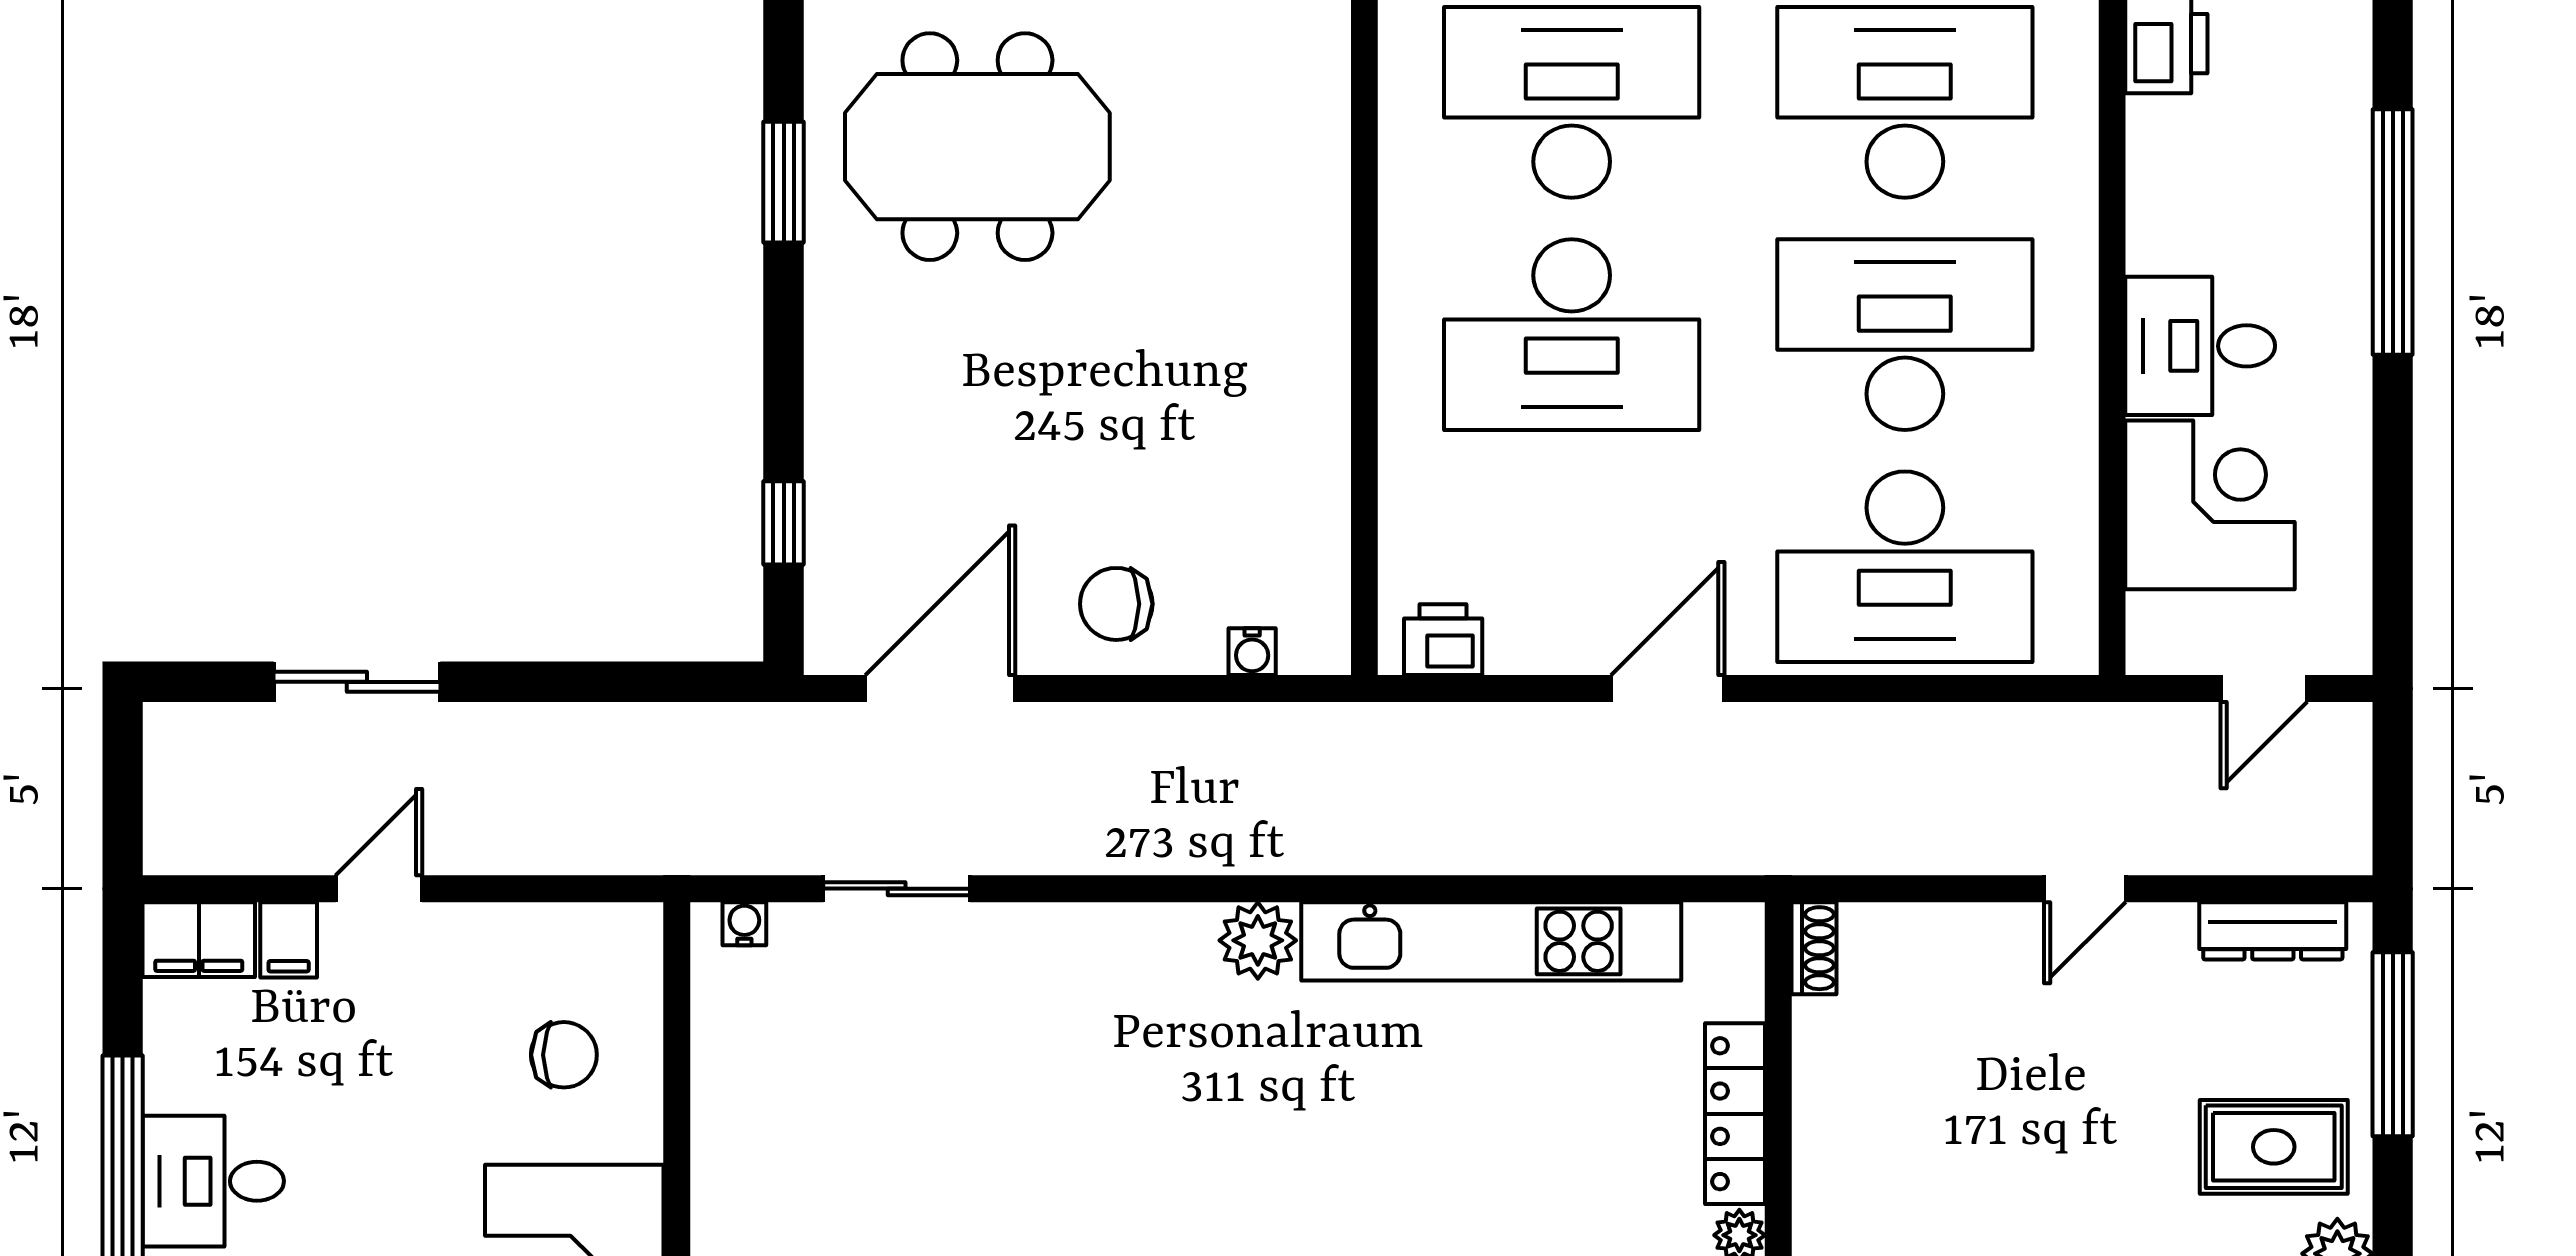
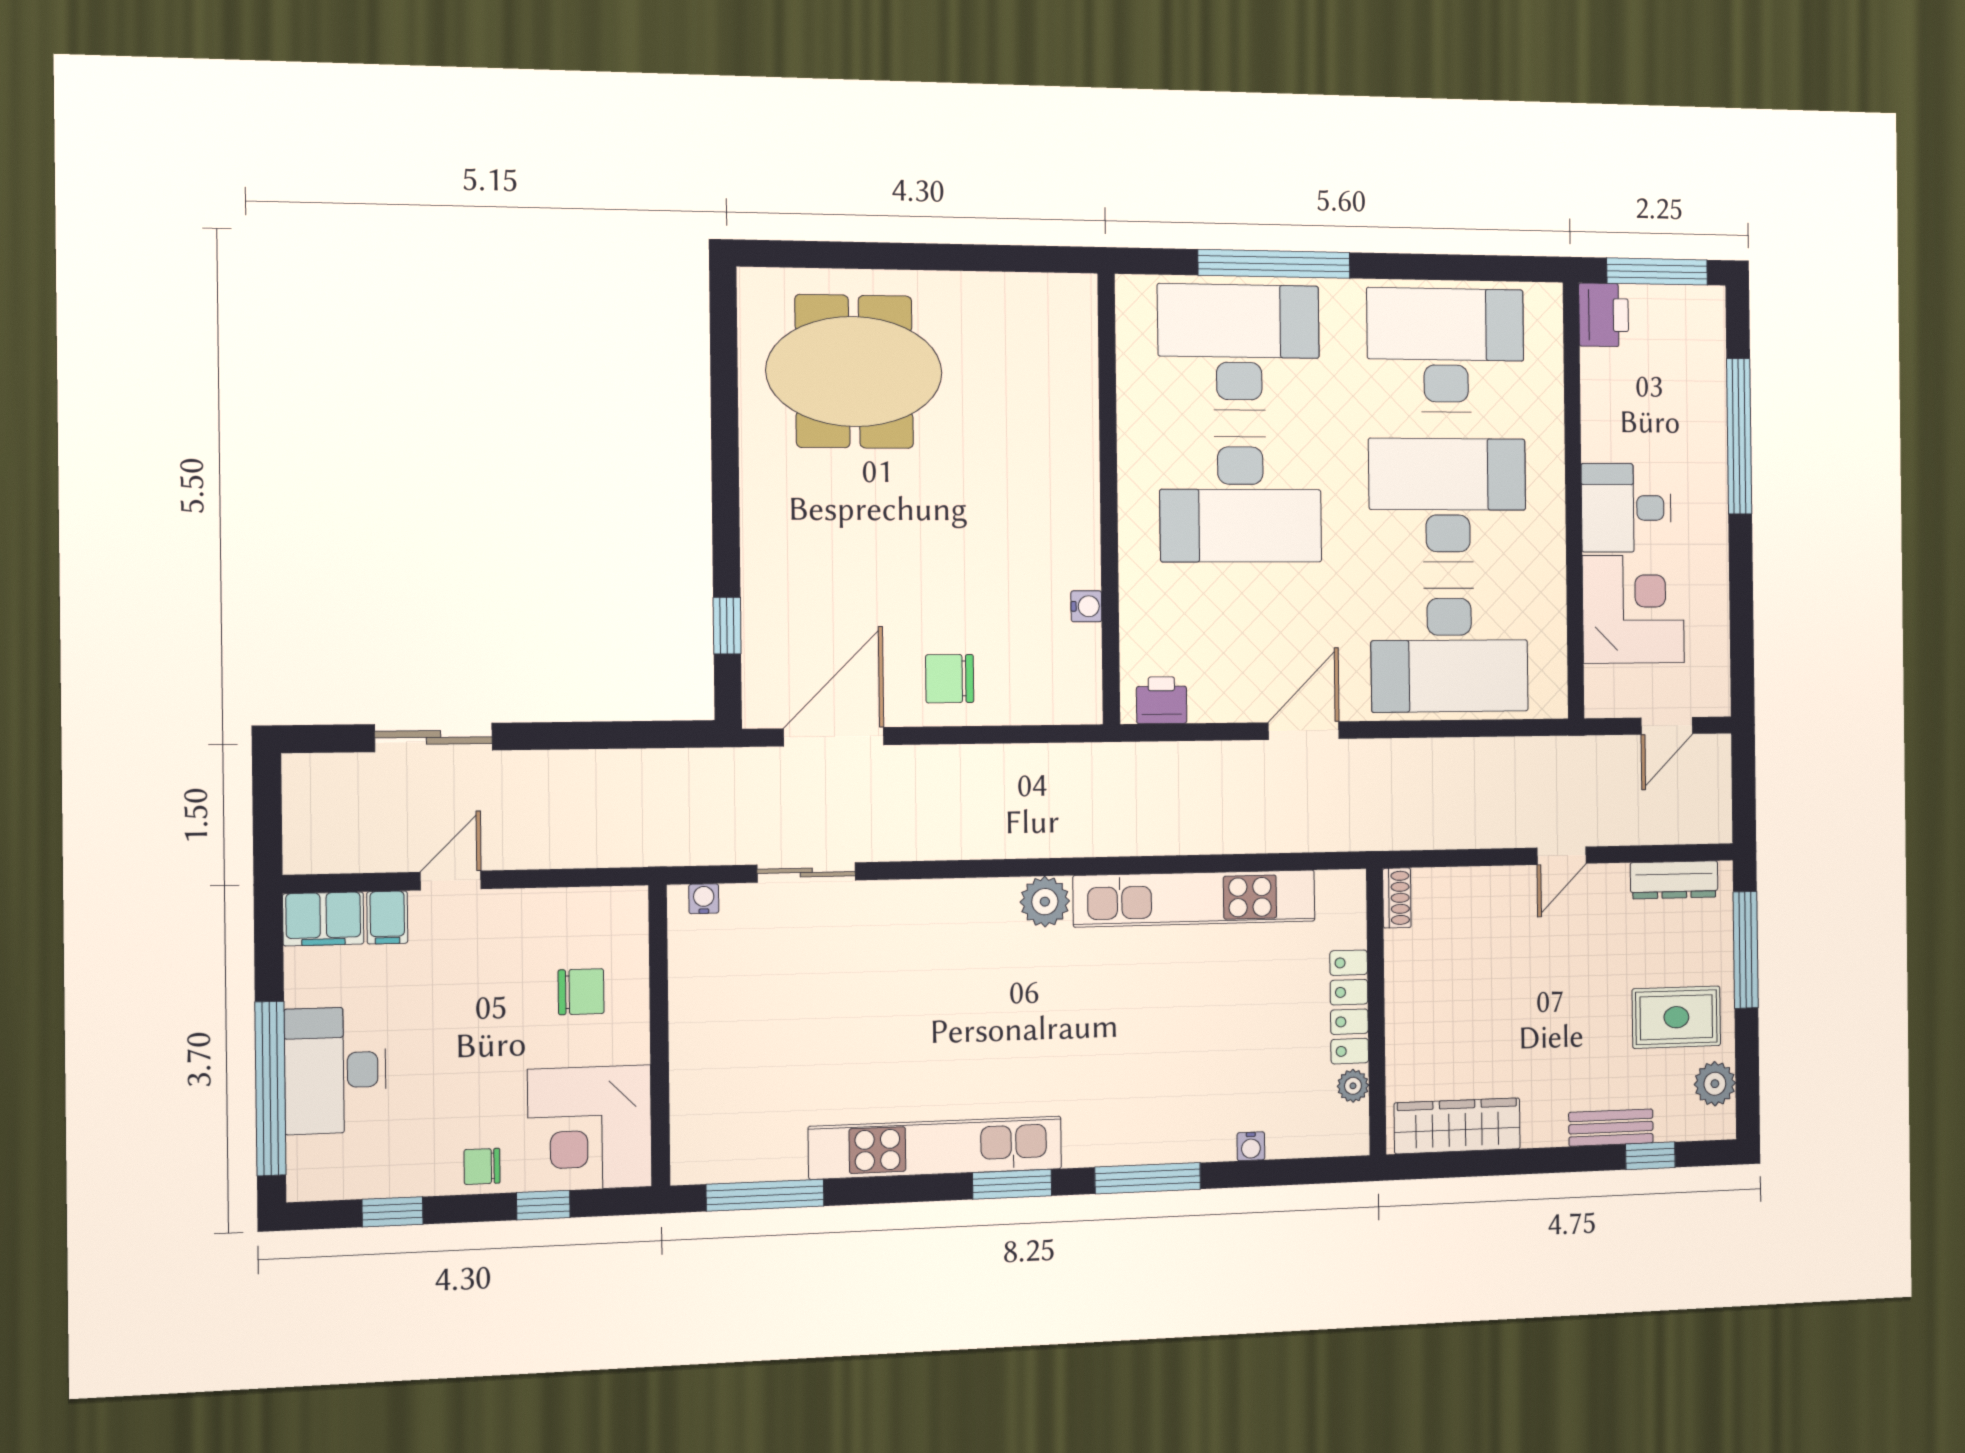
window: (784, 182) -> (724, 394), removed
water cooler: (1252, 652) -> (1086, 606), moved, turned -90
desk: (213, 1181) -> (335, 1070), width x1.37

